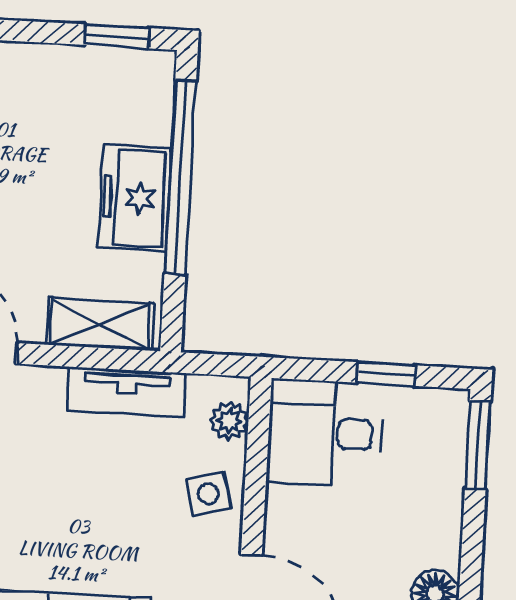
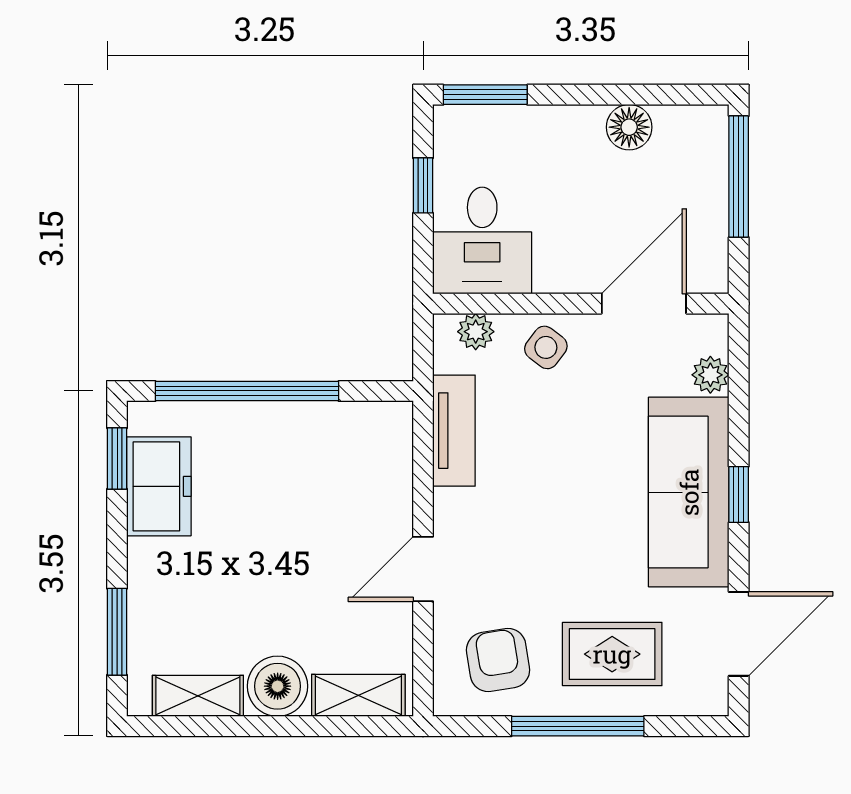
freezer: (135, 198) -> (159, 486), moved, turned -90
shelving: (100, 324) -> (391, 459), removed
side table: (209, 494) -> (546, 347), turned -38

